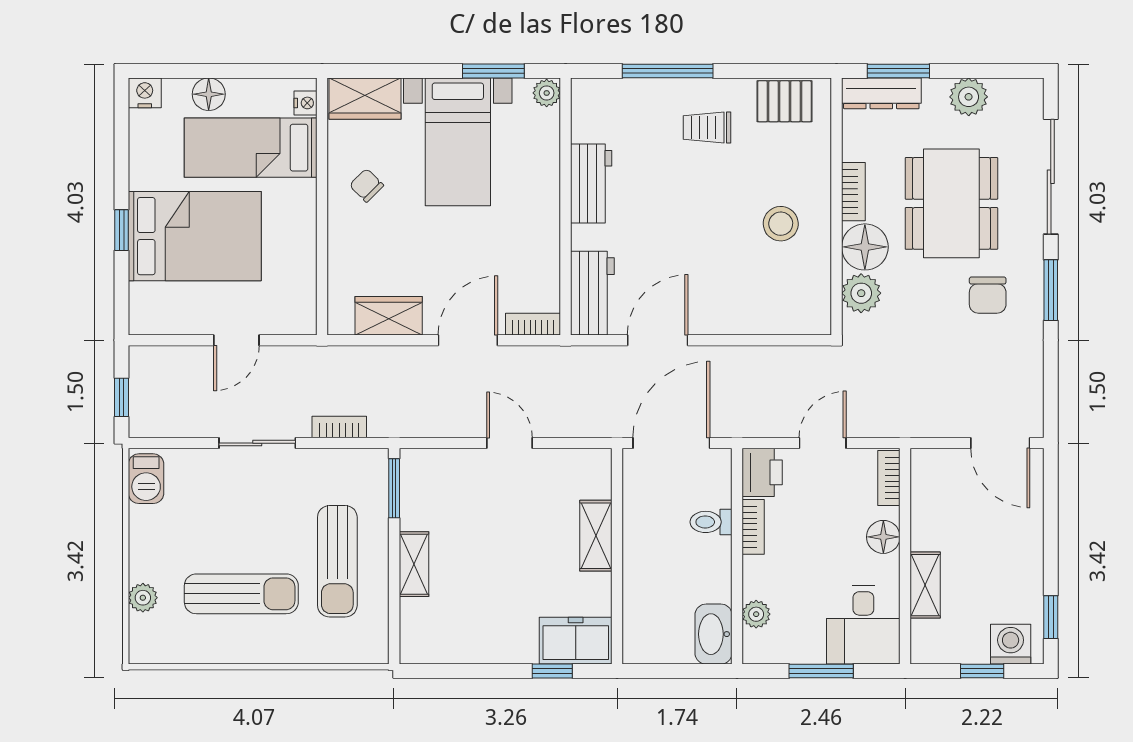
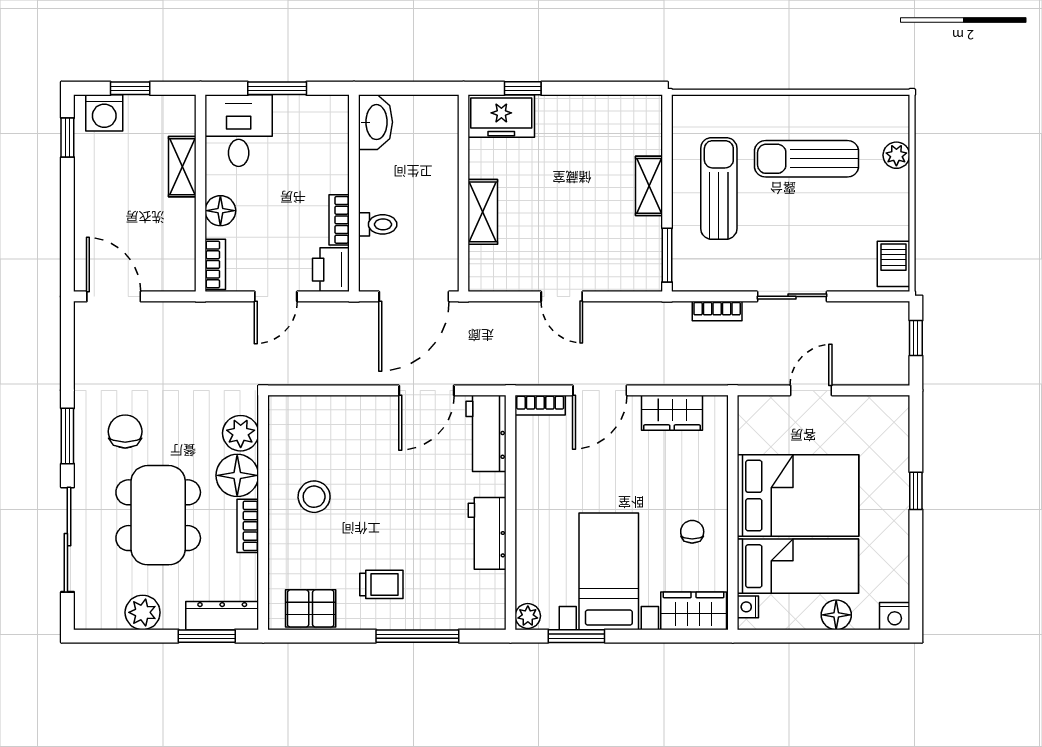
chair: (367, 185) -> (692, 532), turned -135
bed: (195, 236) -> (798, 496), moved, turned 180
plant: (756, 614) -> (336, 140), removed

